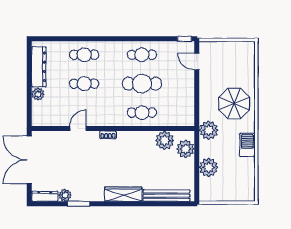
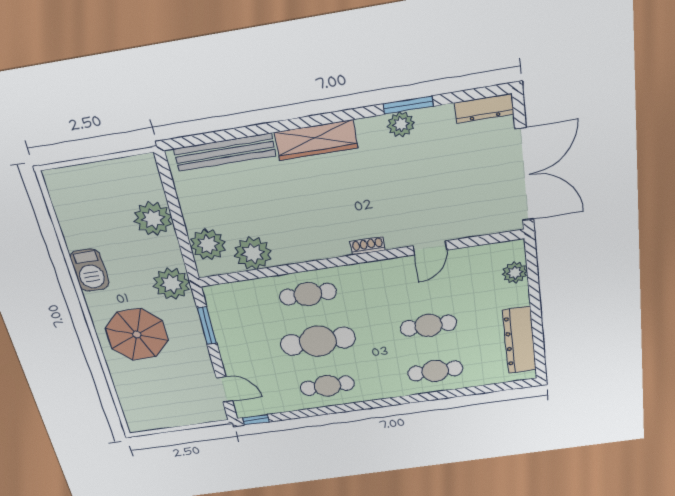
plant: (38, 94) -> (515, 273), moved
window: (197, 103) -> (207, 325), added
plant: (65, 195) -> (401, 124), moved

